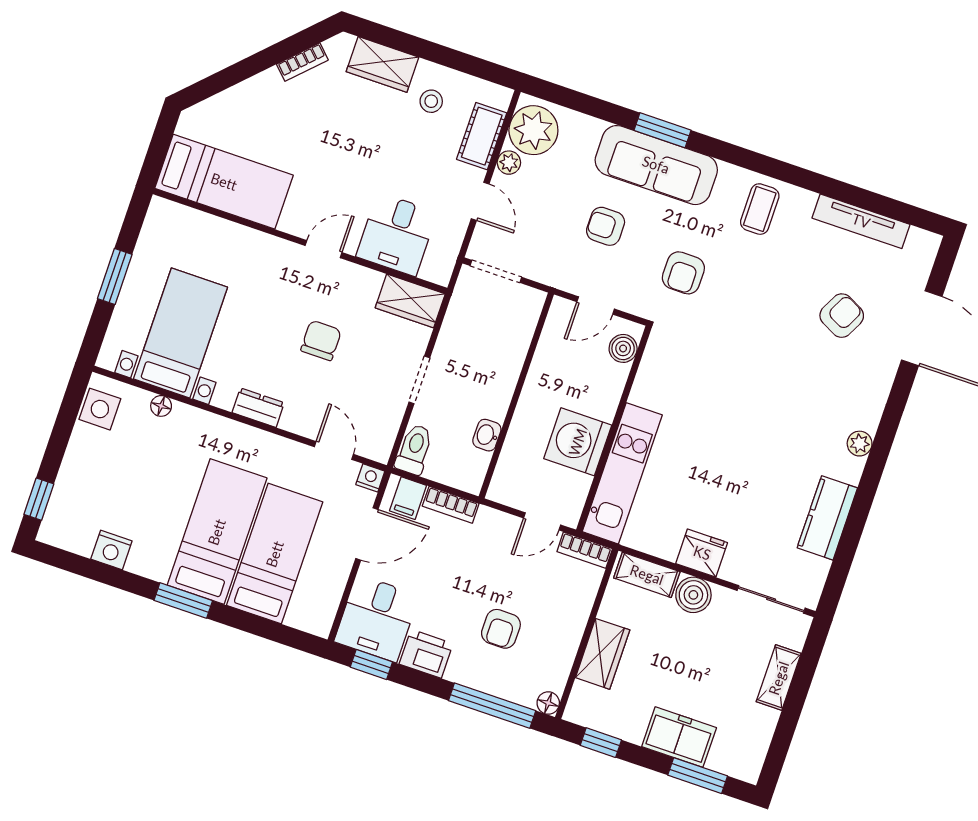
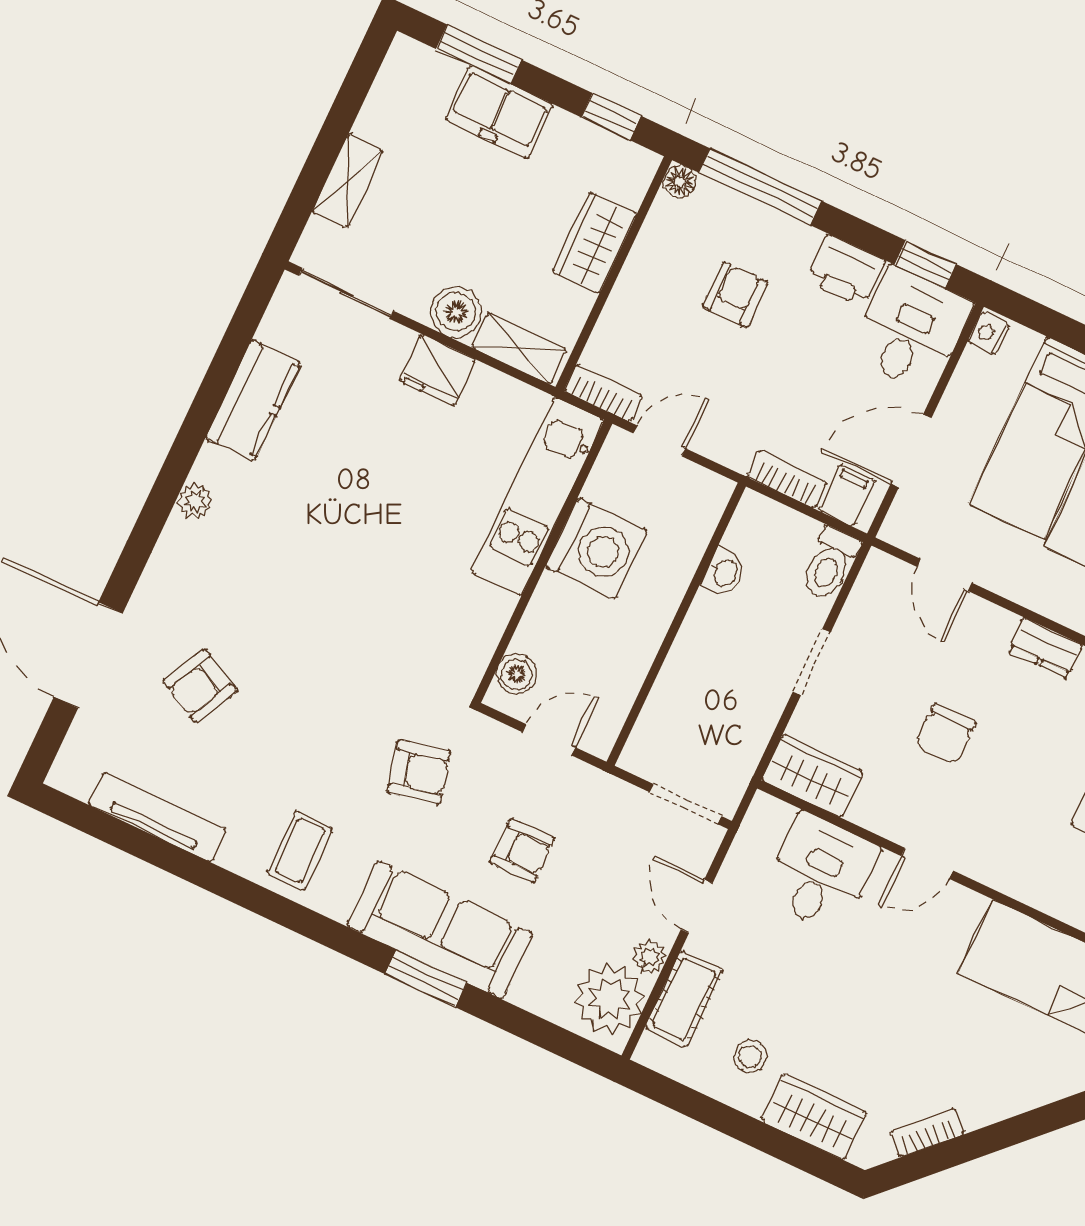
armchair: (683, 273) -> (419, 772), turned 77
nightstand: (370, 478) -> (989, 334), moved, turned 90

